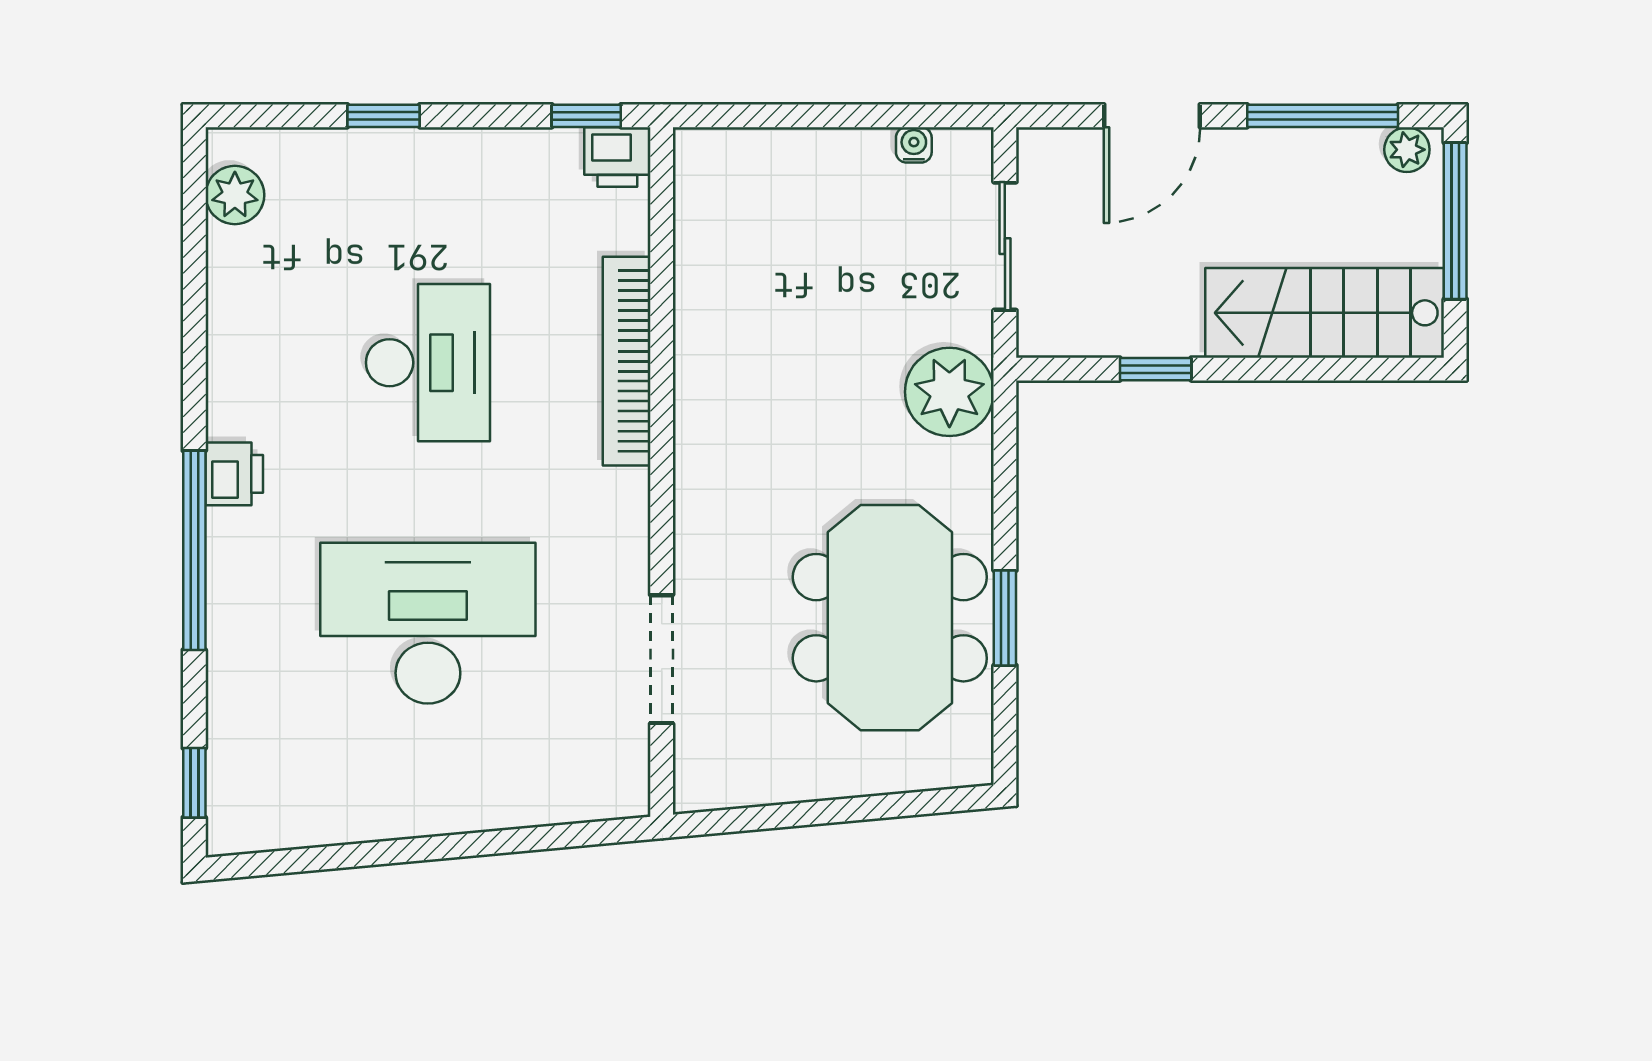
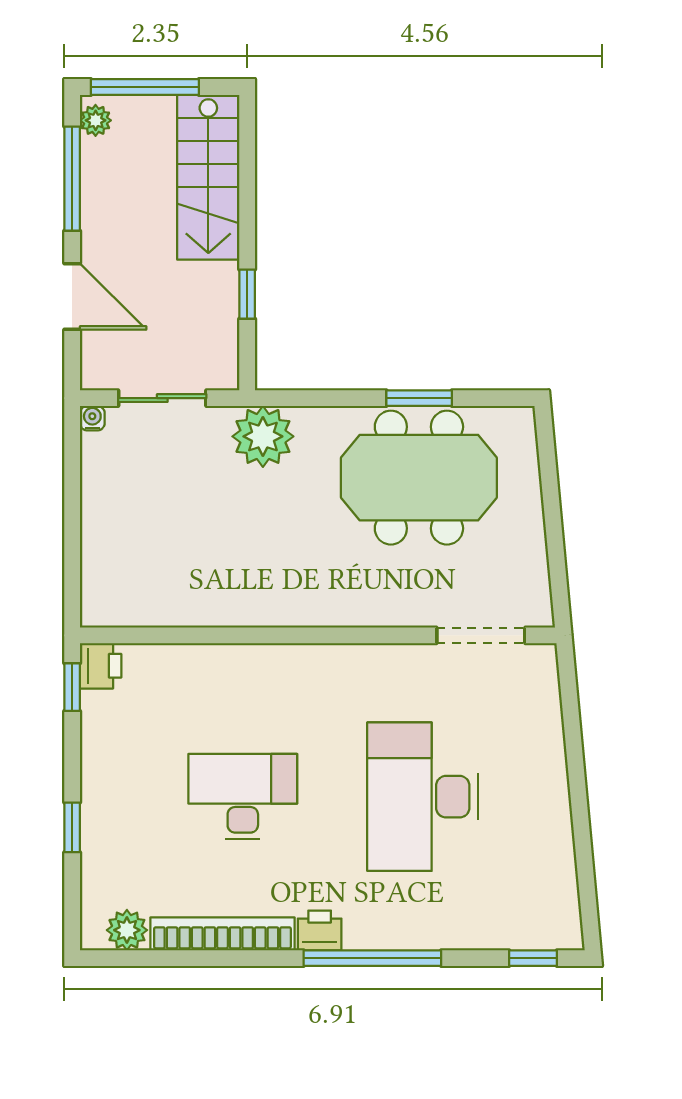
water cooler: (914, 145) -> (92, 418), moved, turned 90
bookcase: (627, 361) -> (222, 934), moved, turned 180
doorway: (662, 659) -> (481, 635), moved

